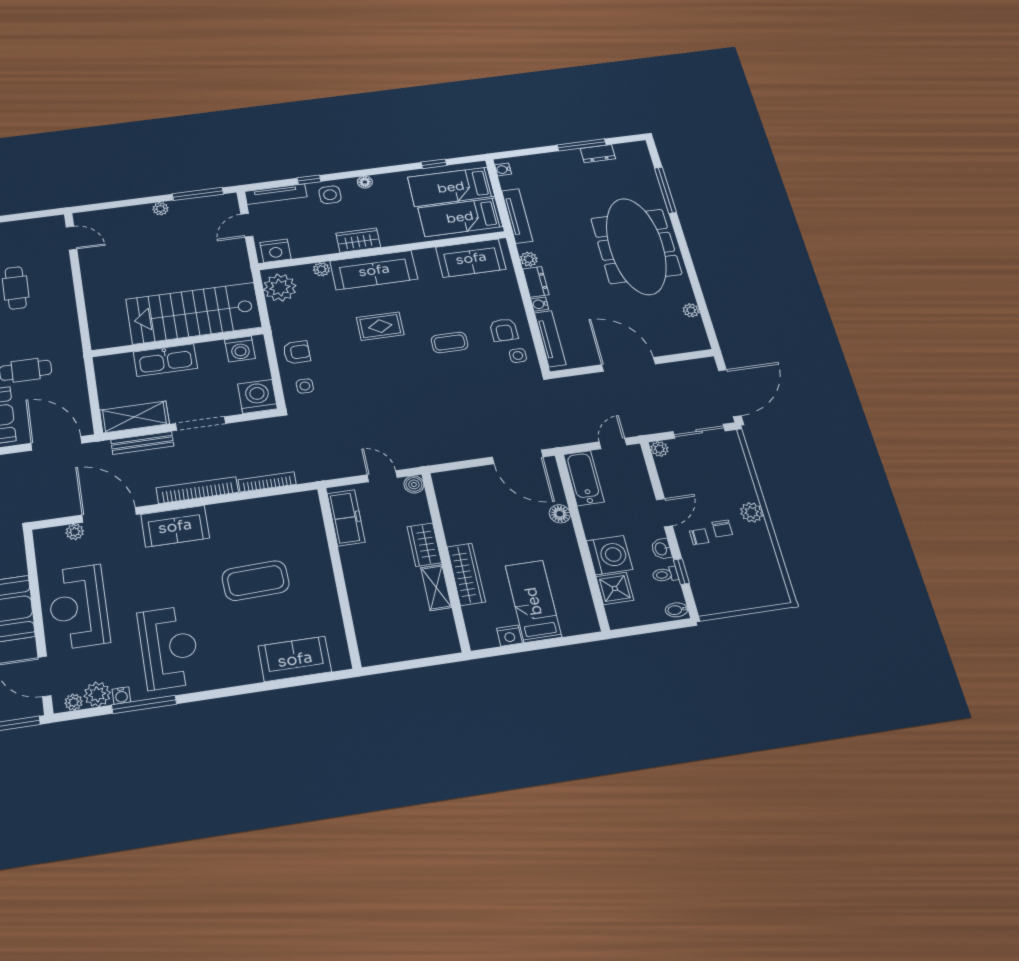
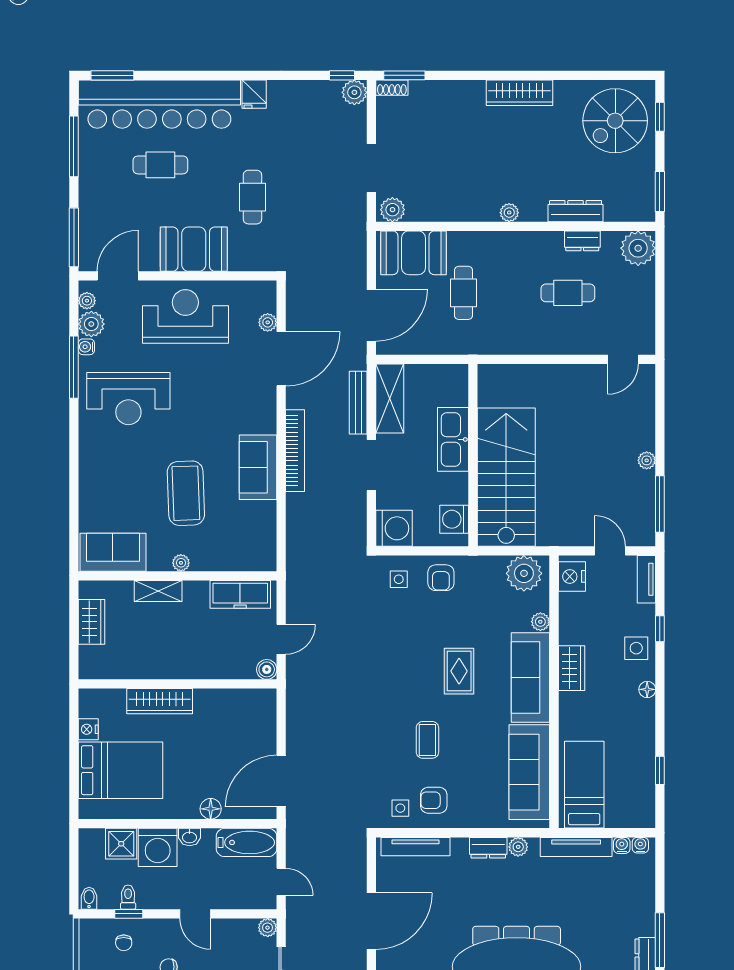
bed: (451, 187) -> (626, 783), removed
tv unit: (276, 194) -> (646, 579), width x0.71
sofa: (471, 258) -> (529, 772), width x1.36
water cooler: (540, 304) -> (622, 845), moved
bookcase: (267, 482) -> (293, 522), removed
sofa: (175, 526) -> (258, 467), moved
chair: (699, 537) -> (124, 943), moved
wardrobe: (424, 545) -> (91, 622), moved, turned 90
washbasin: (661, 549) -> (190, 837), moved, turned 180
plant: (325, 575) -> (181, 563), added
shelving: (436, 588) -> (158, 591), moved
bed: (533, 601) -> (120, 770), width x1.50
sofa: (295, 659) -> (113, 552), moved, turned -90

